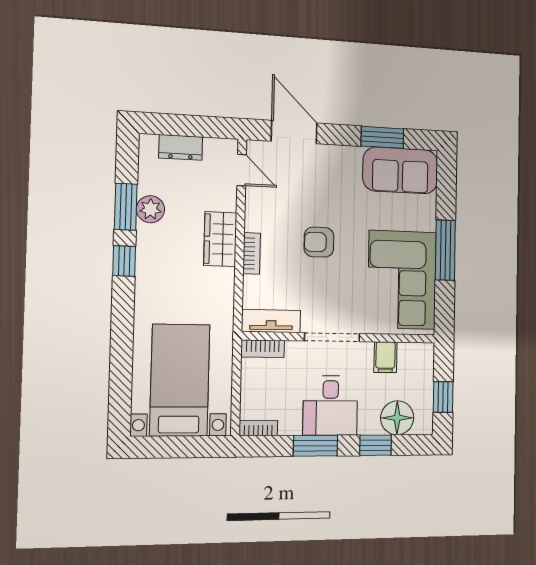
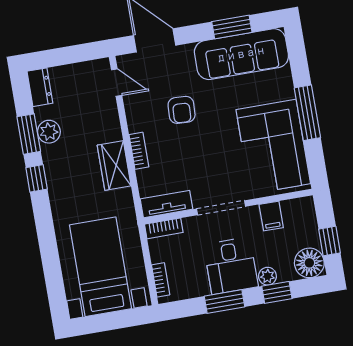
dresser: (181, 147) -> (40, 87), moved, turned -90
sofa: (400, 170) -> (241, 54), width x1.36
wardrobe: (220, 239) -> (114, 166), moved
armchair: (319, 242) -> (182, 110), moved, turned -87
floor lamp: (397, 418) -> (309, 263), moved
plant: (369, 425) -> (267, 276), added
bookcase: (258, 428) -> (161, 280), moved, turned 90

